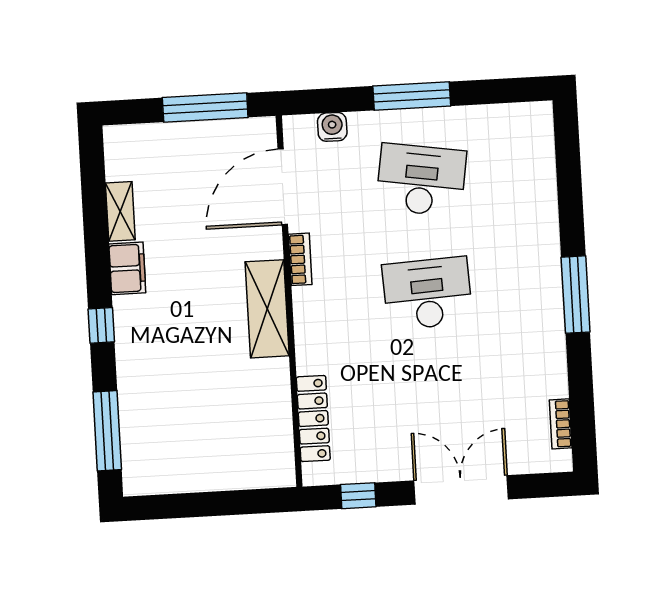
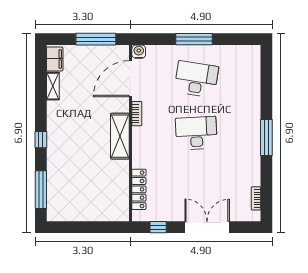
water cooler: (332, 127) -> (139, 52), moved
filing cabinet: (127, 268) -> (55, 59), moved

